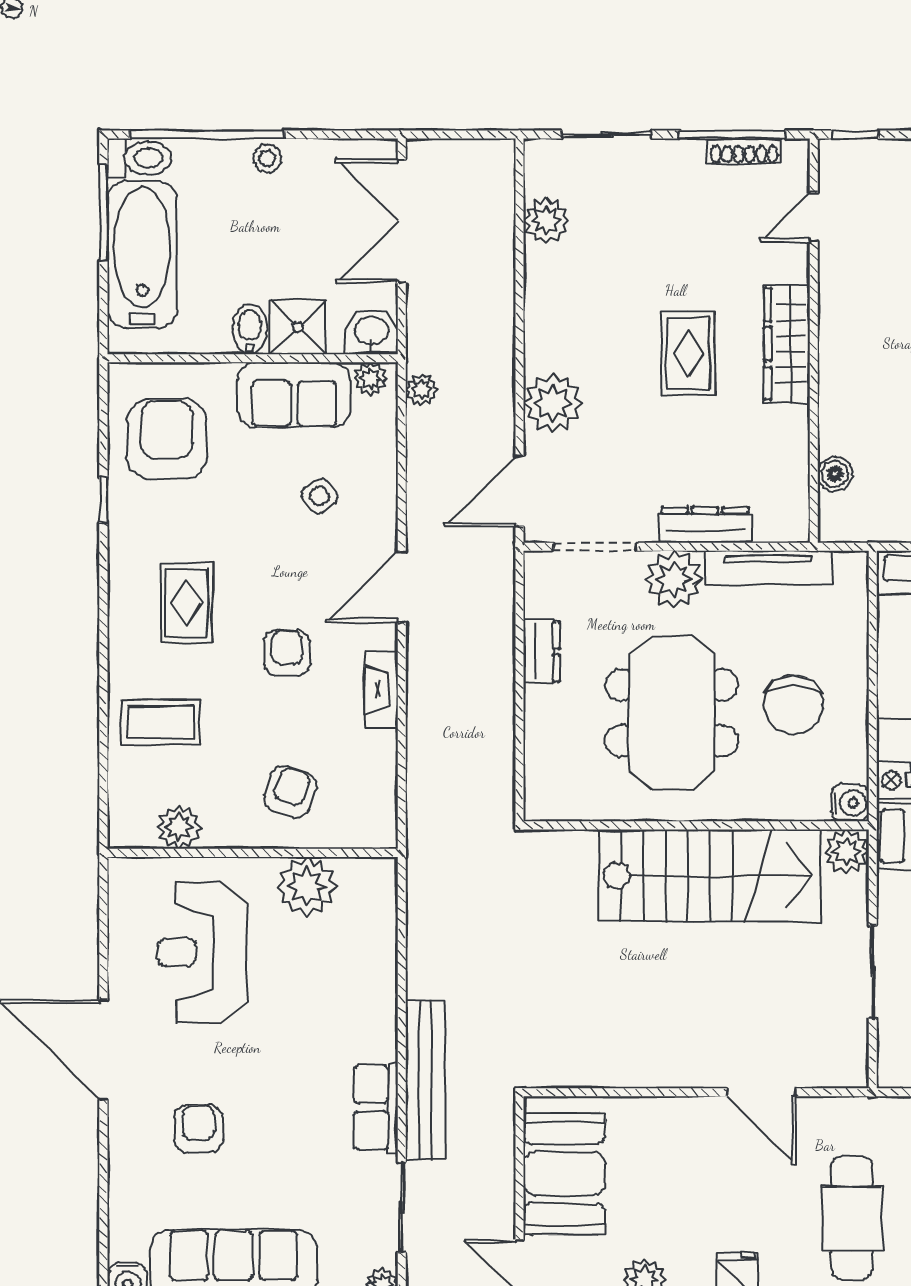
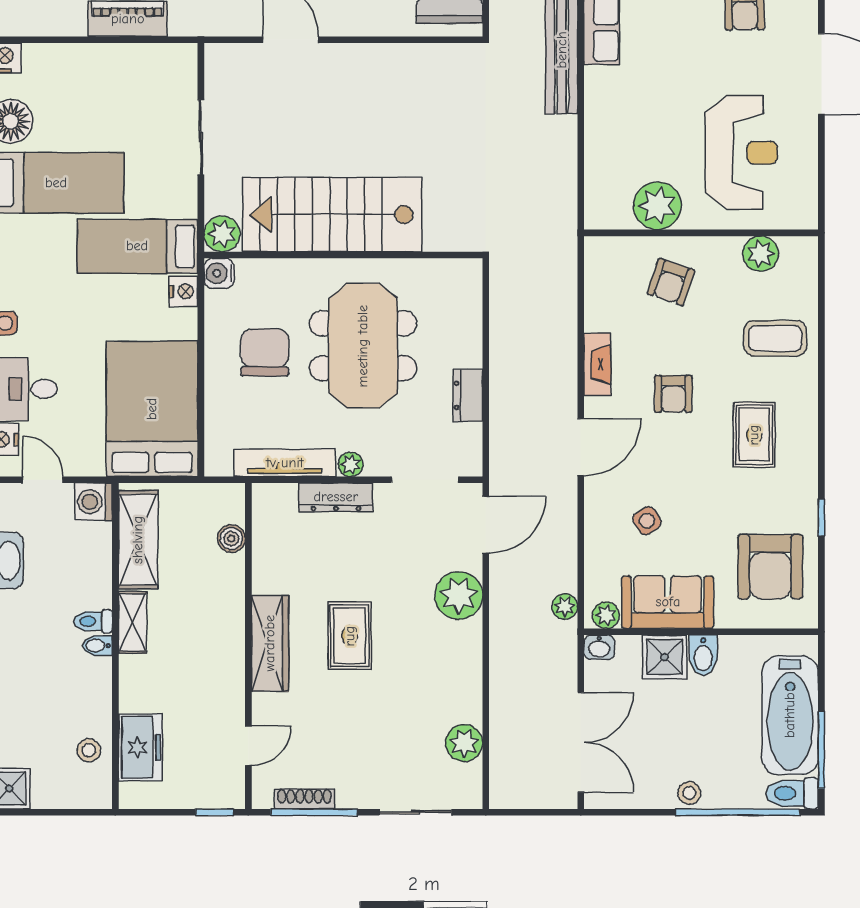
washbasin: (372, 332) -> (599, 647), width x0.72, depth x0.69
plant: (674, 579) -> (351, 464), width x0.53, depth x0.53

